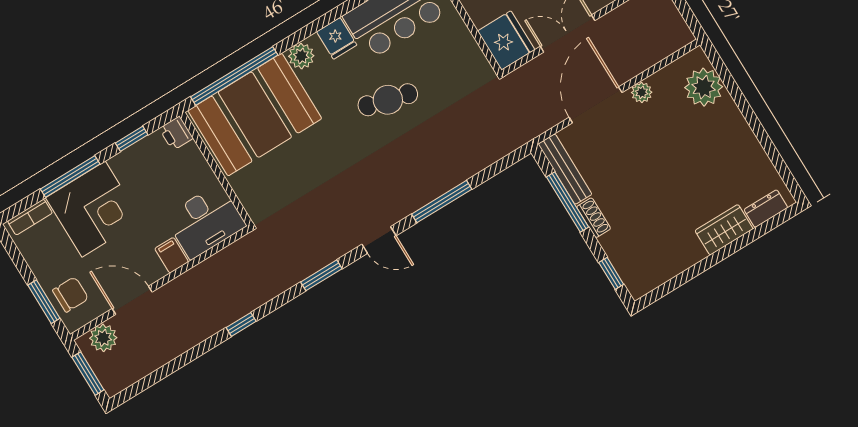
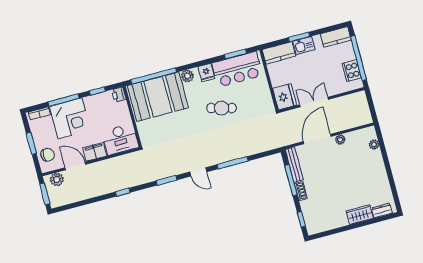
plant: (704, 87) -> (374, 145), width x0.53, depth x0.53
filing cabinet: (172, 255) -> (95, 152), width x2.00
window: (44, 302) -> (31, 143), moved

